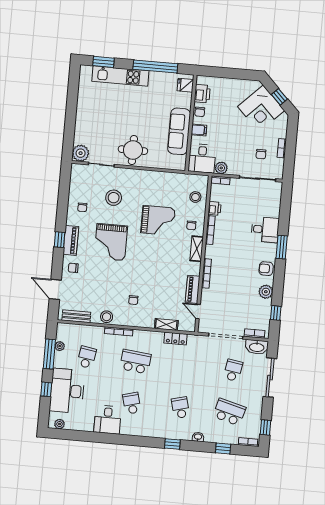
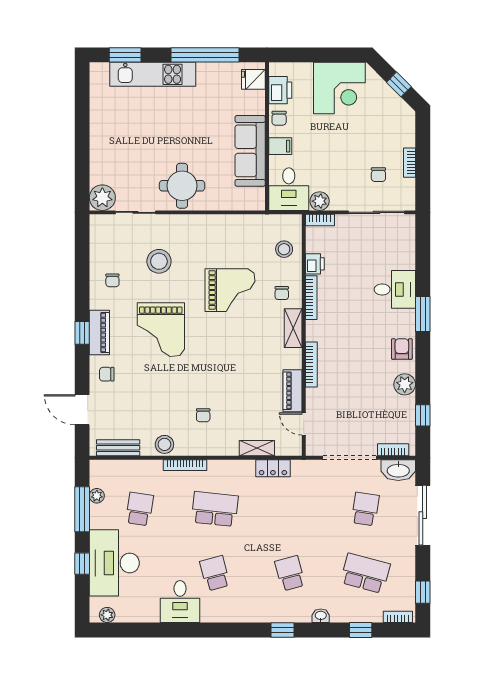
corner desk: (261, 109) -> (339, 88), moved, turned -45
armchair: (266, 269) -> (402, 349), turned 90

